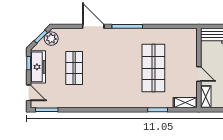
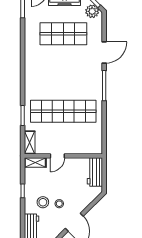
shop shelf: (74, 68) -> (63, 34), width x1.43, depth x1.36
shop shelf: (153, 68) -> (63, 111), width x1.40

